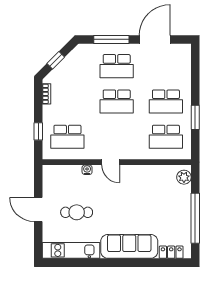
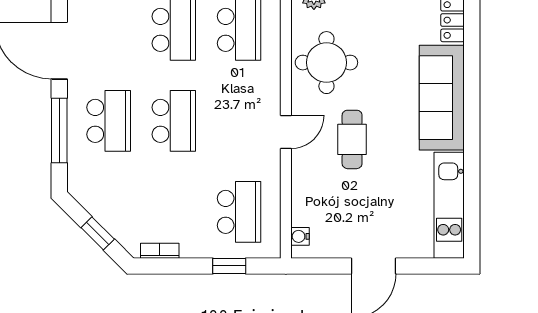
water cooler: (87, 170) -> (300, 236), moved
round table: (148, 184) -> (326, 63), added
cafe table: (77, 212) -> (352, 139), moved

